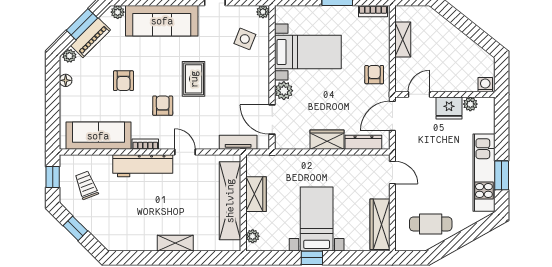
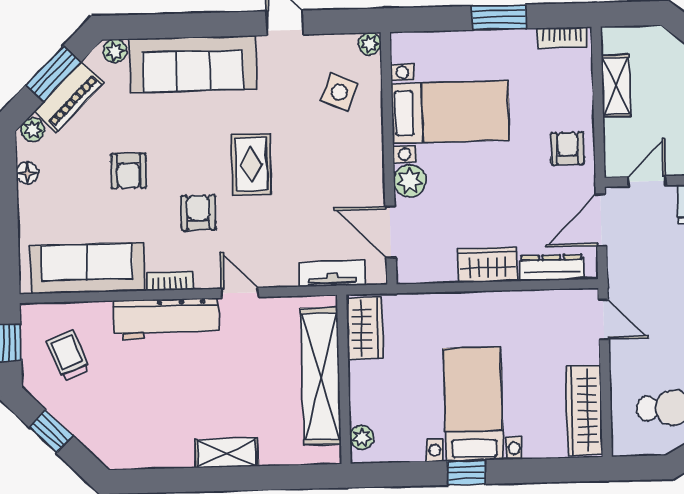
wardrobe: (256, 194) -> (365, 328), moved

